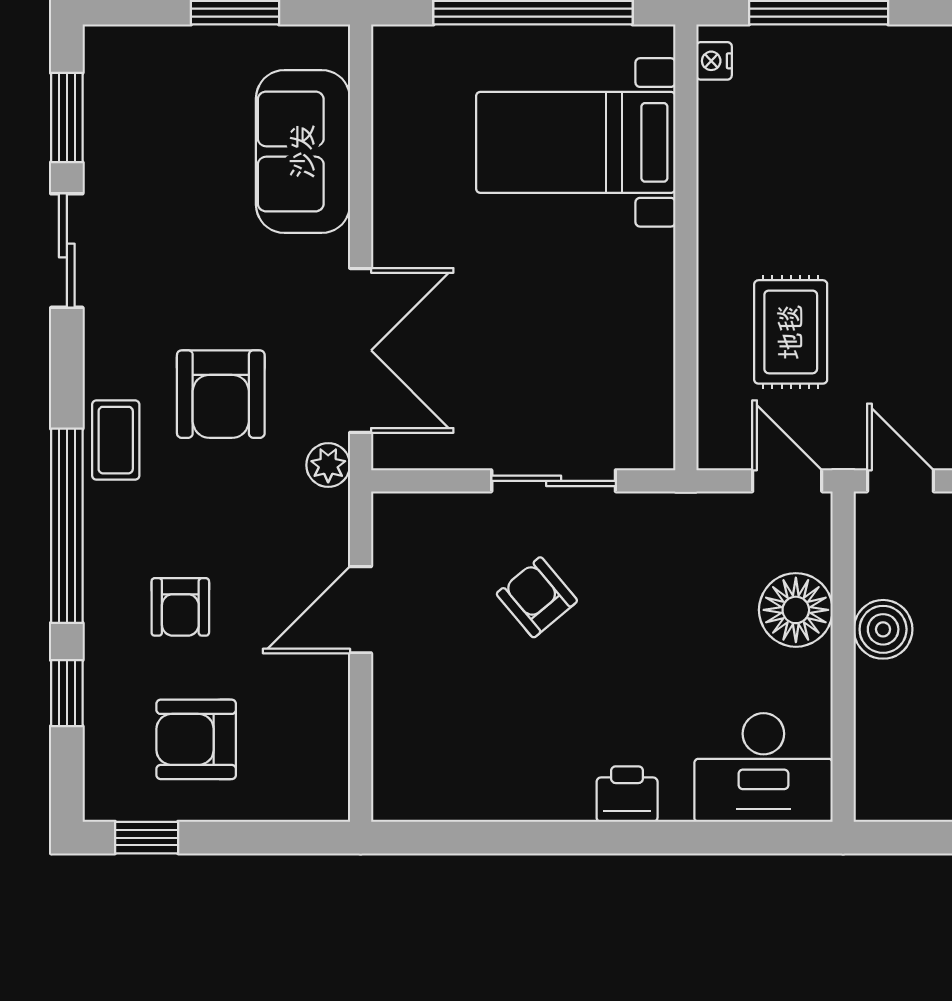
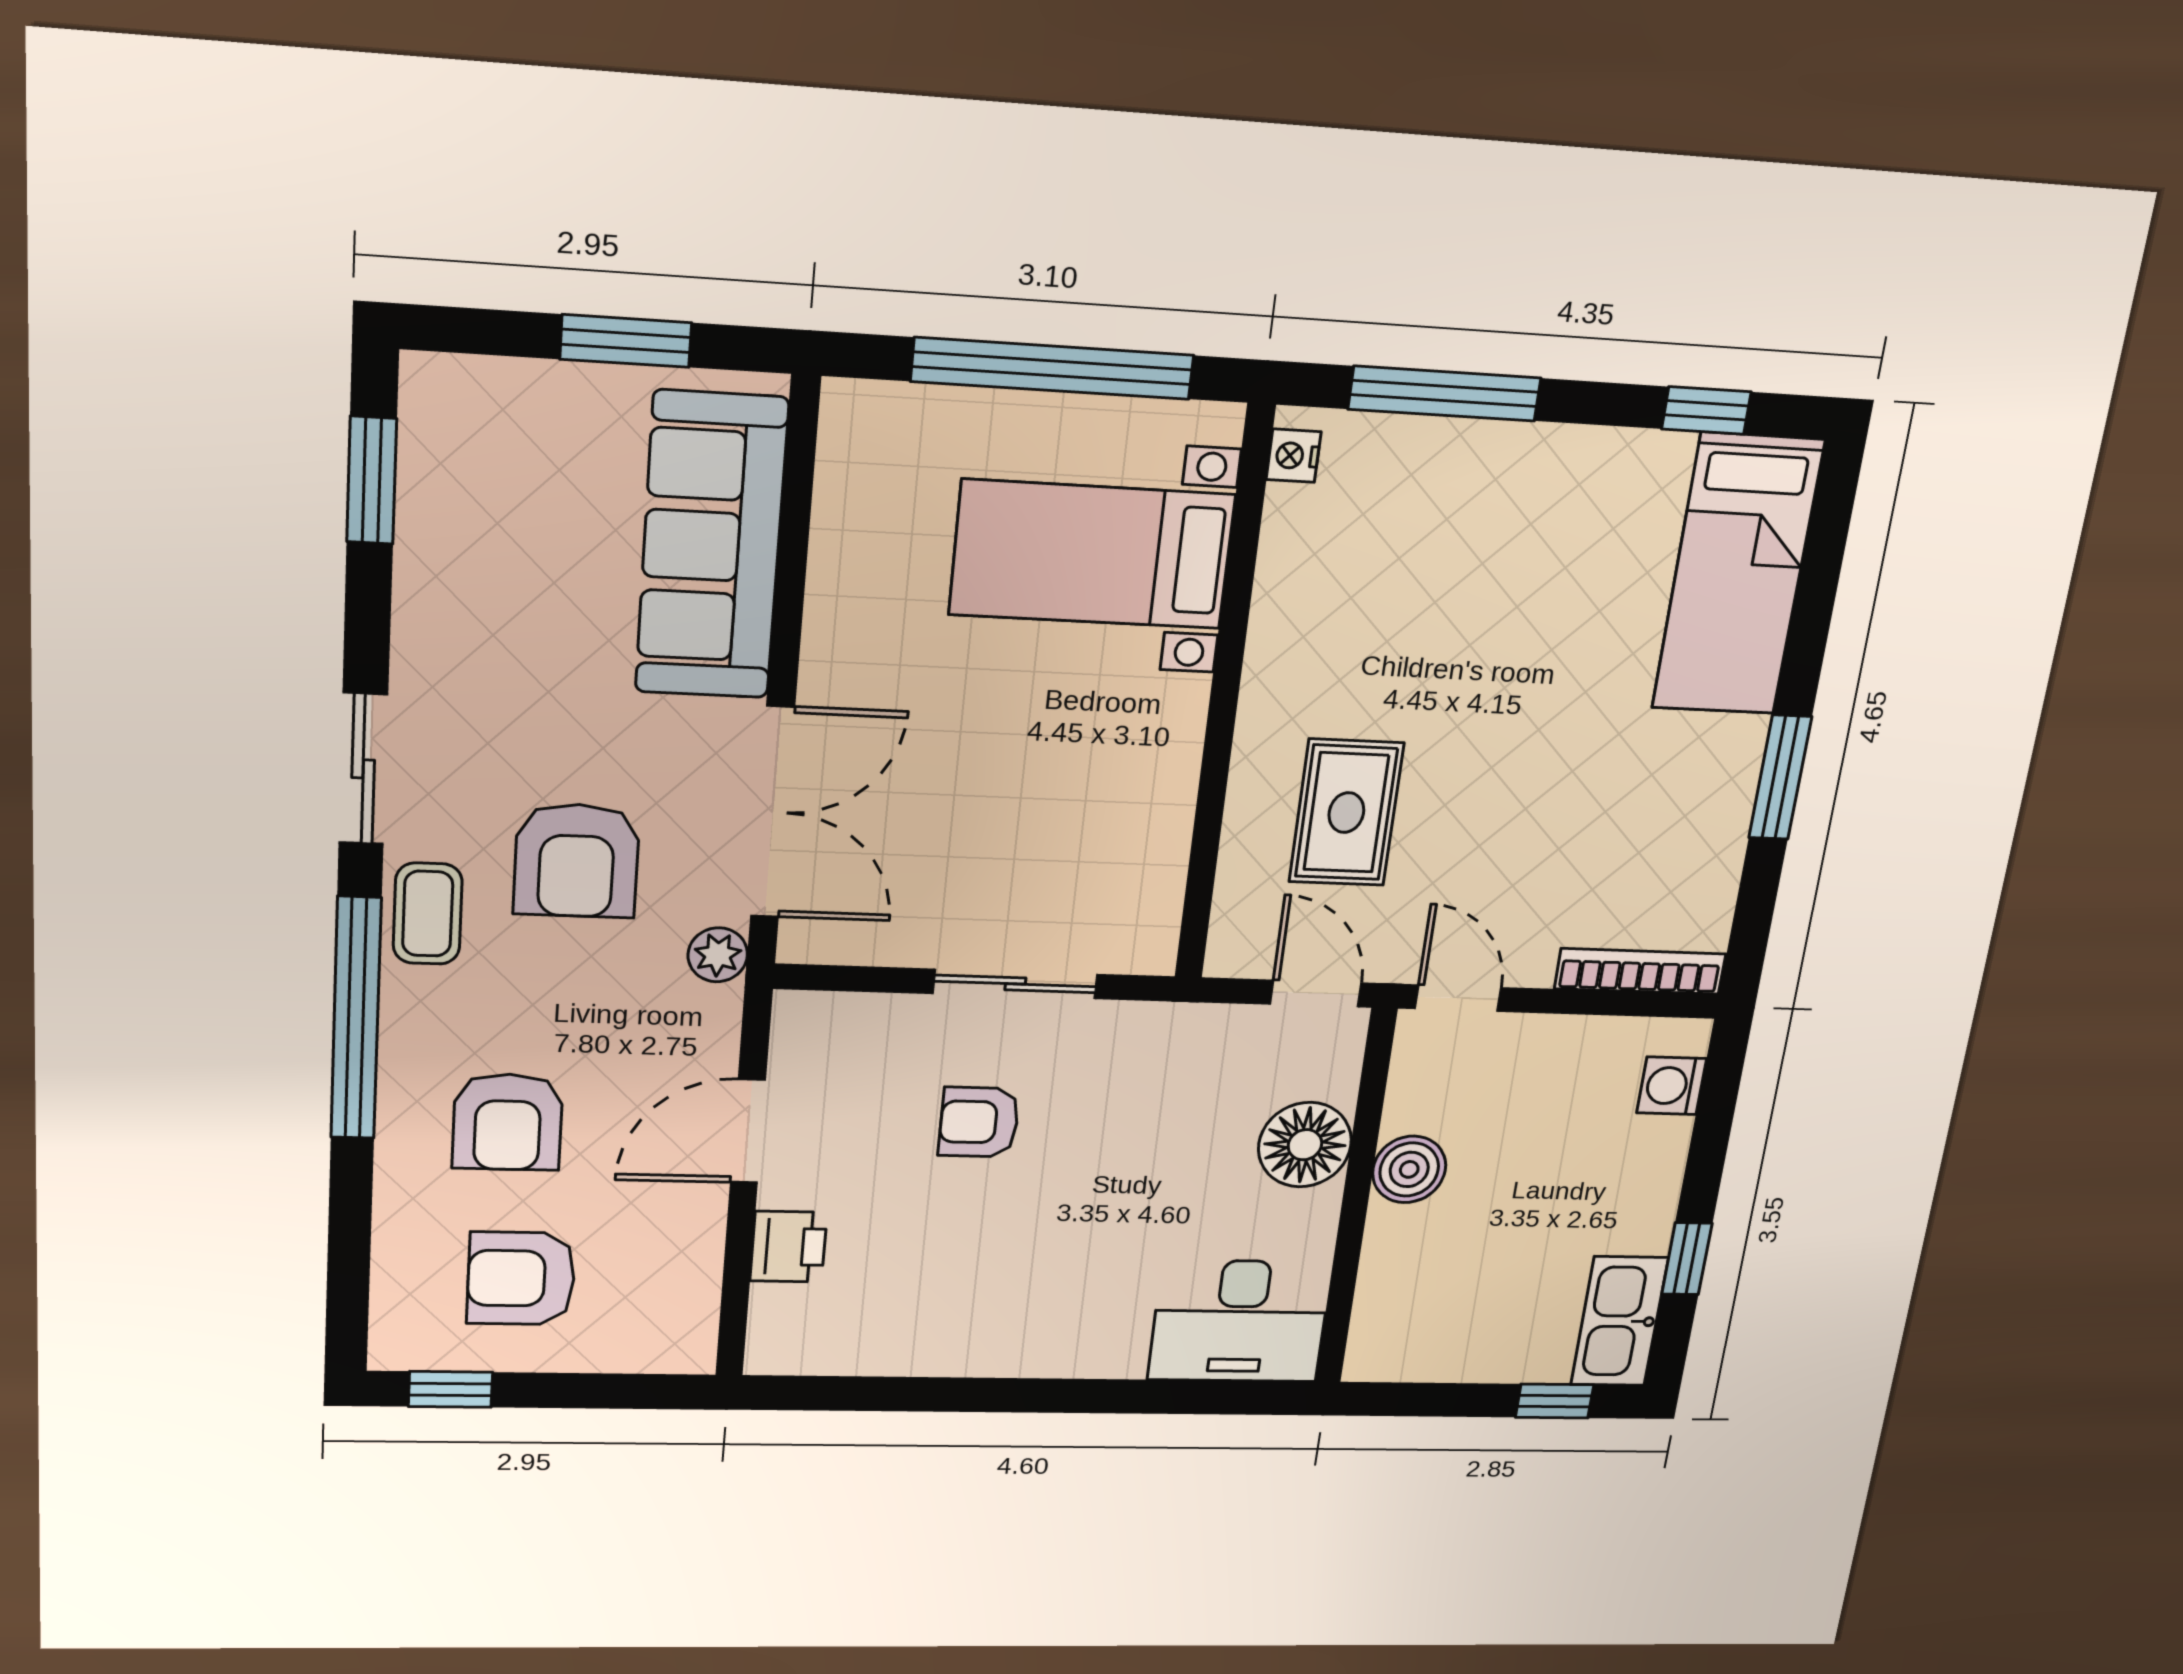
sofa: (303, 151) -> (711, 546), width x1.36
sliding door: (67, 251) -> (363, 769), moved
armchair: (537, 597) -> (979, 1122), turned -50
armchair: (180, 607) -> (508, 1122), width x1.38, depth x1.38
window: (67, 693) -> (350, 1221), removed
printer: (627, 794) -> (789, 1247), moved, turned 90

